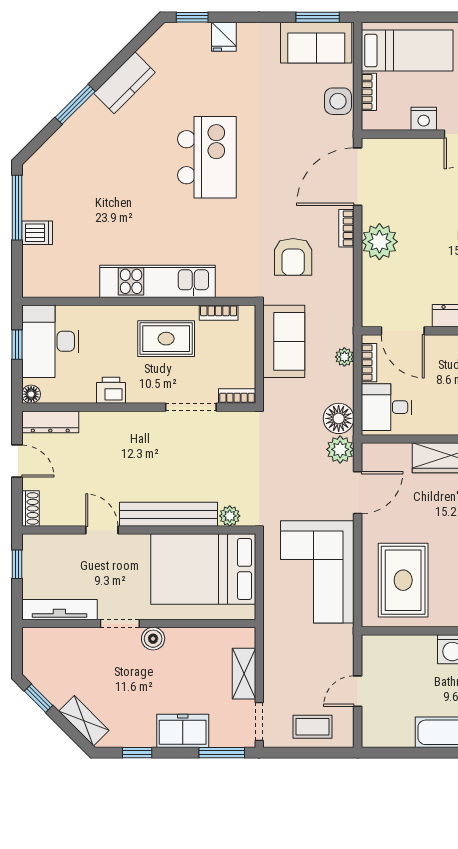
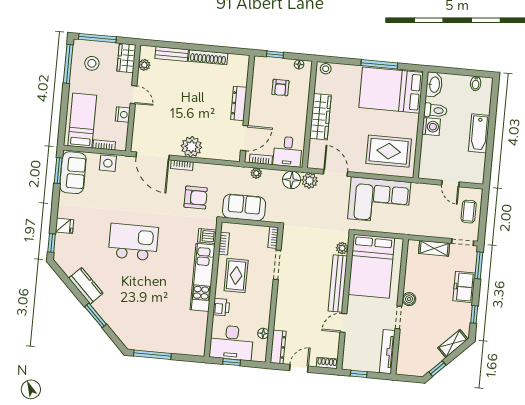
dishwasher: (37, 233) -> (207, 236), moved, turned -90
printer: (111, 390) -> (221, 307), moved, turned 180
floor lamp: (31, 394) -> (263, 333), moved

